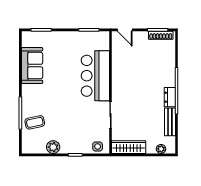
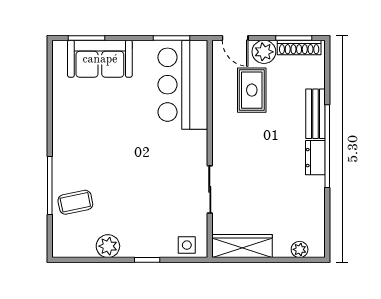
plant: (141, 38) -> (264, 52), added
rug: (134, 59) -> (252, 90), added
sofa: (32, 66) -> (100, 59), moved, turned 90
bar counter: (95, 76) -> (183, 85), moved
bench: (170, 122) -> (316, 114), moved

